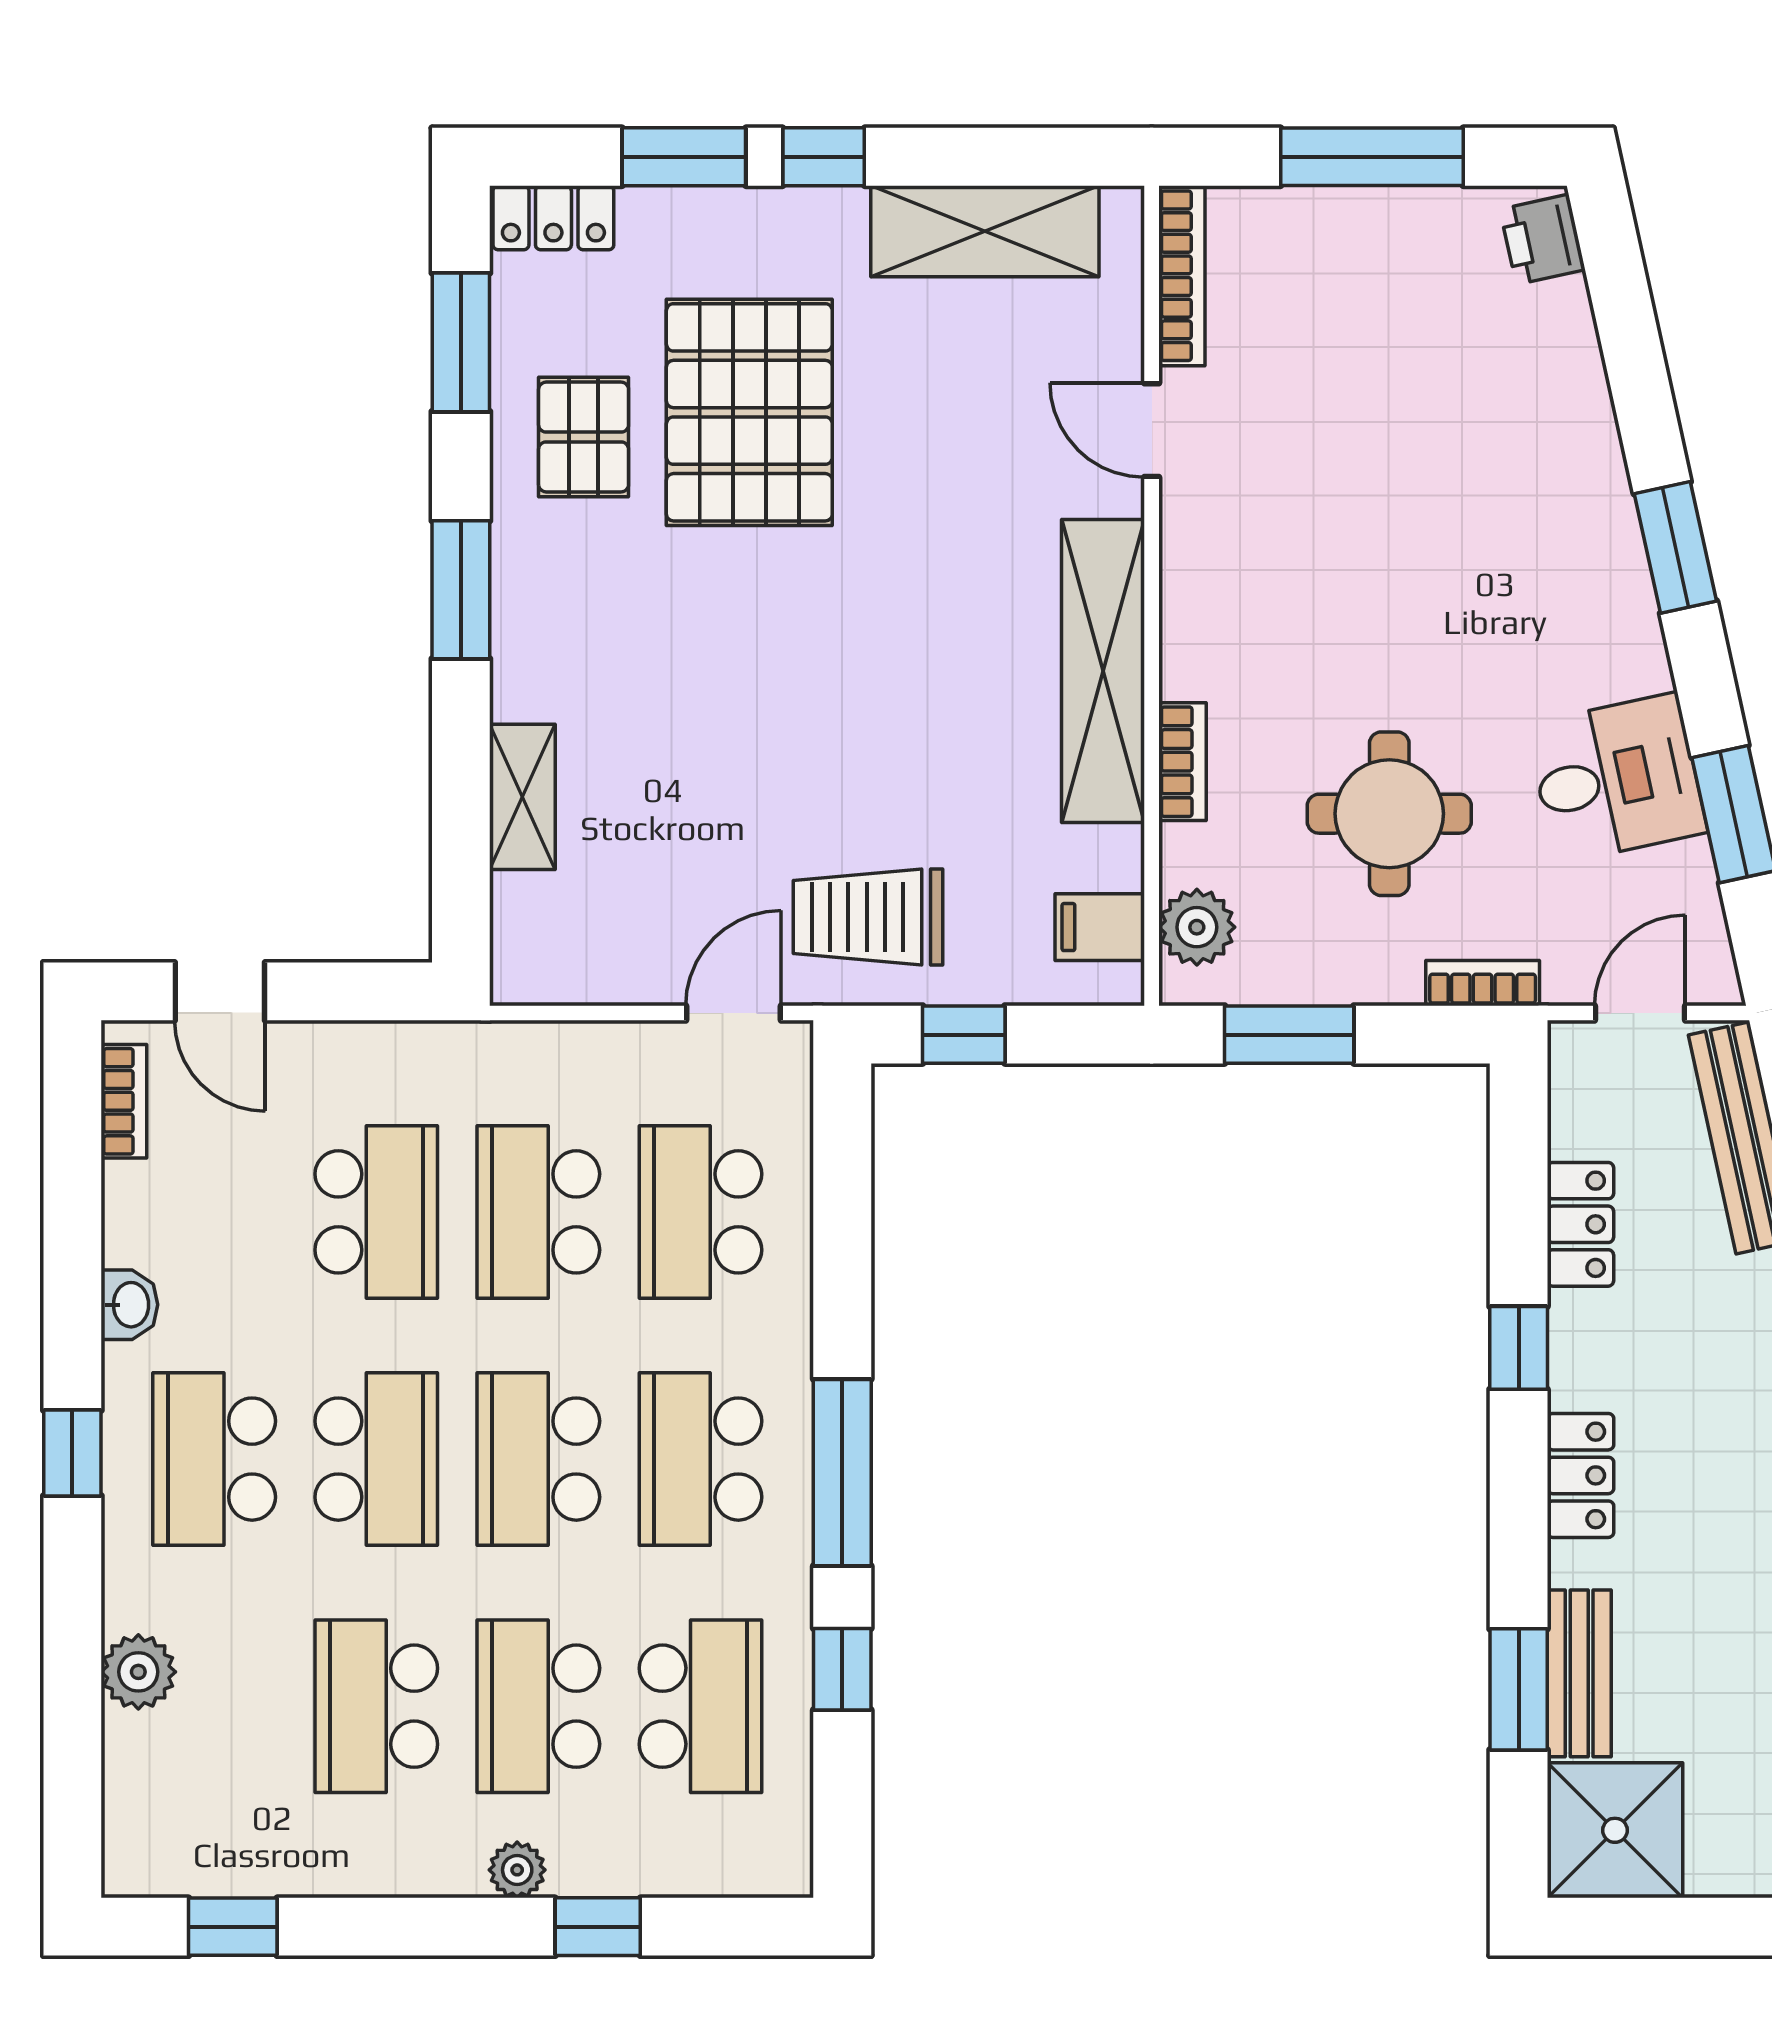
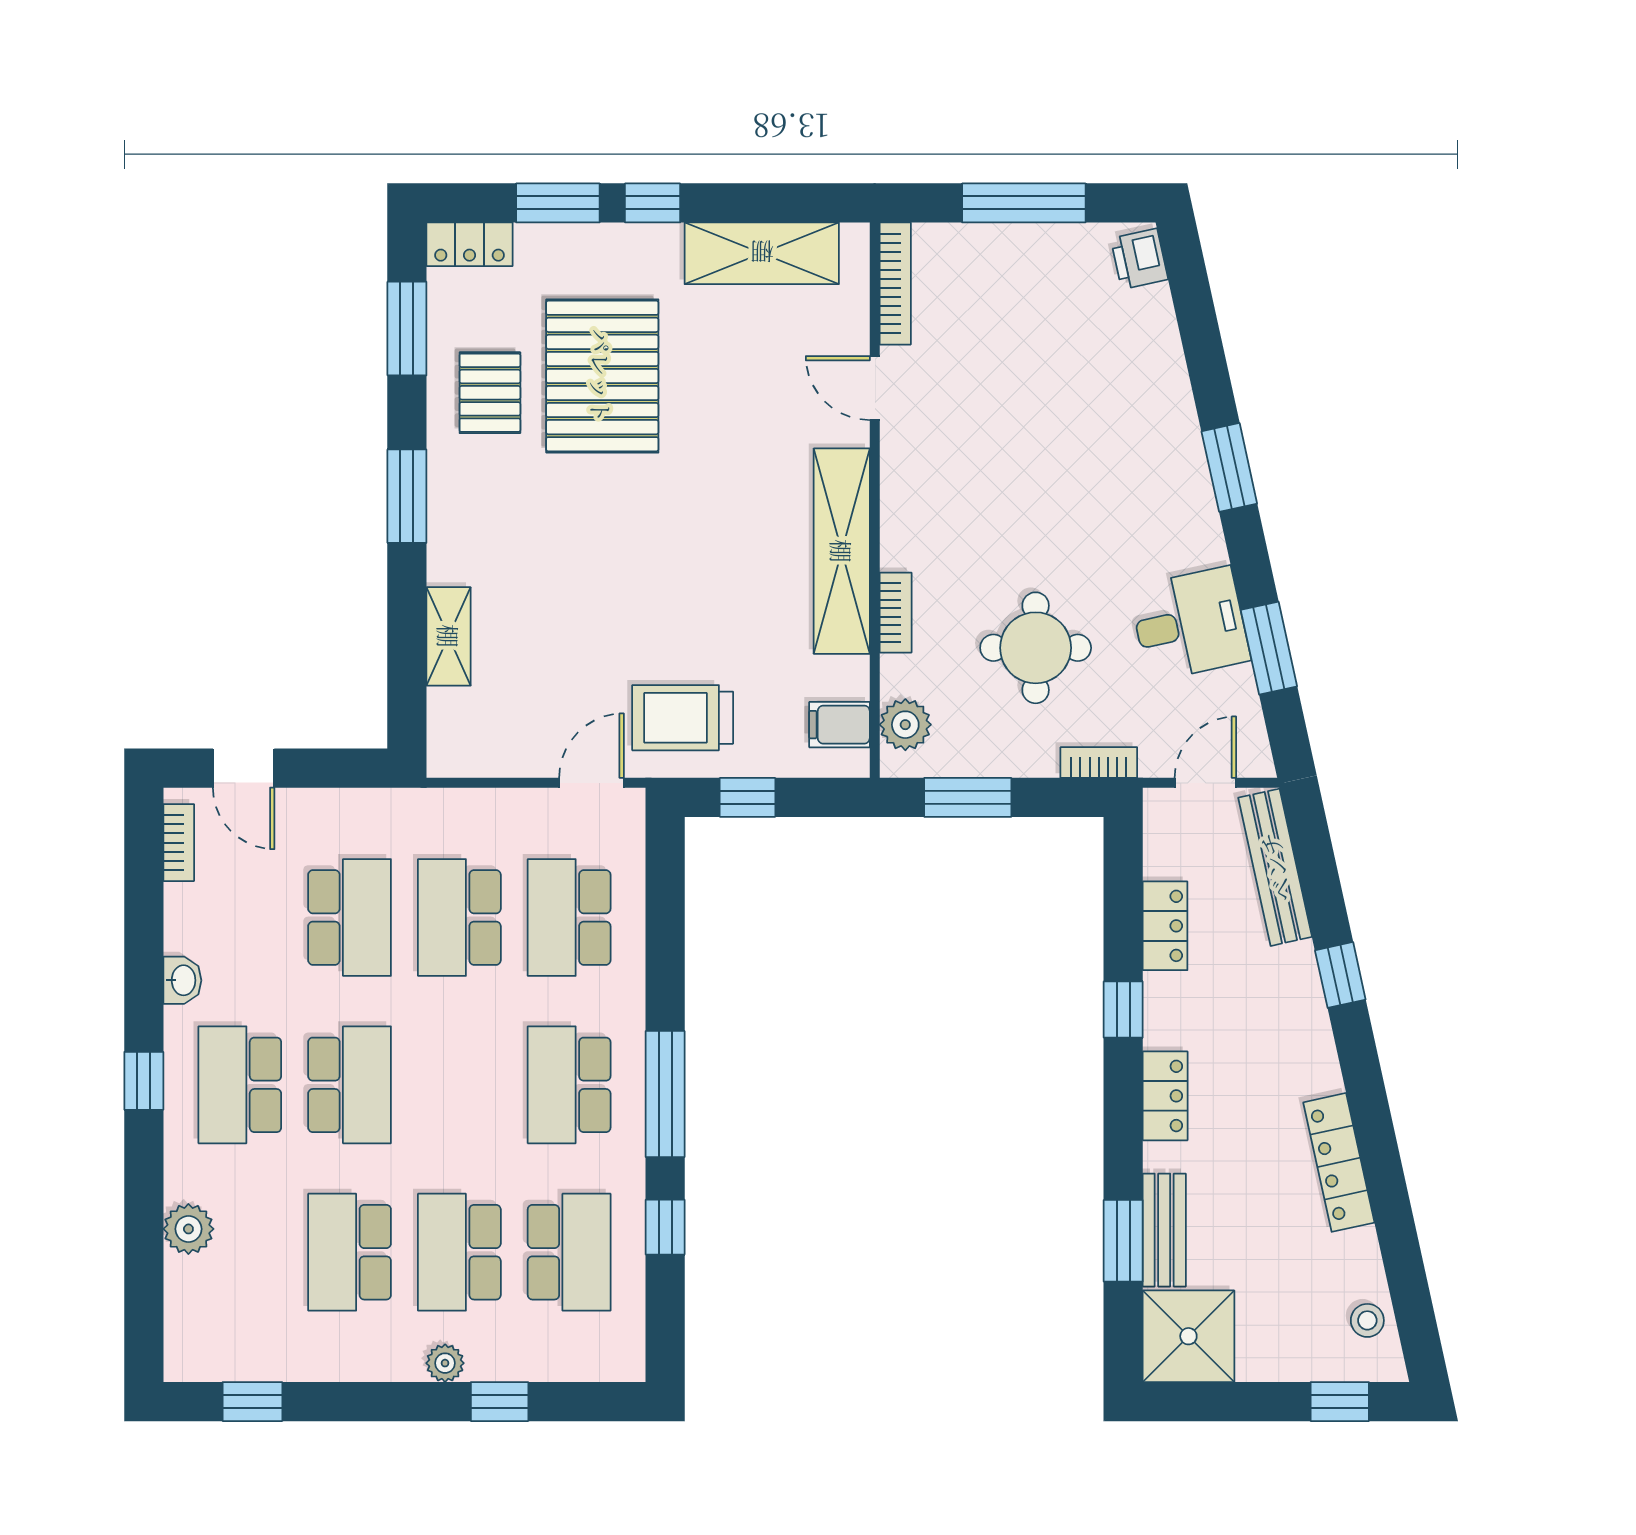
school desk: (538, 1459) -> (459, 1085), removed

